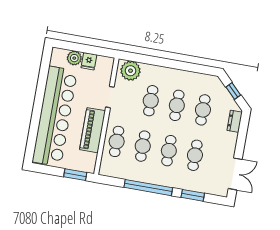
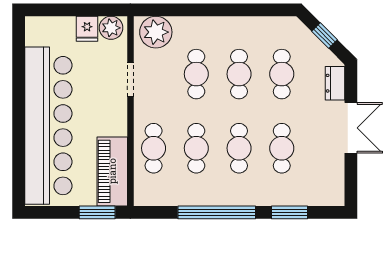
plant: (74, 58) -> (111, 28), moved
piano: (93, 130) -> (112, 171), moved
double door: (235, 174) -> (351, 128), moved

